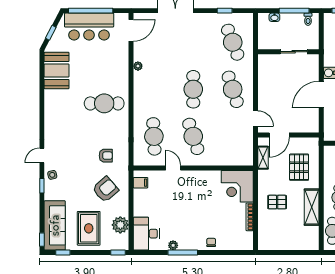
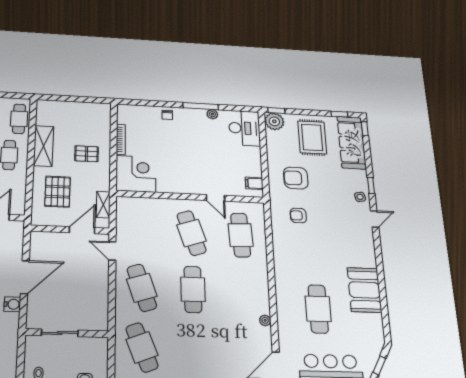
booth: (57, 70) -> (364, 290), moved
cafe table: (104, 103) -> (318, 309), moved, turned 90
armchair: (105, 189) -> (296, 178), turned 41
plant: (120, 225) -> (274, 121), moved

